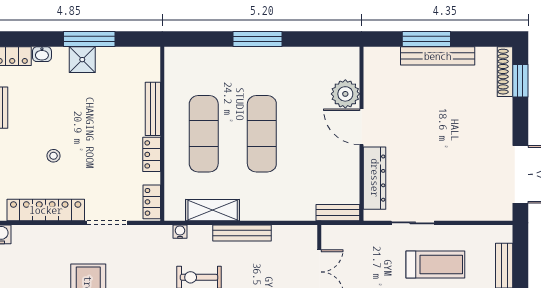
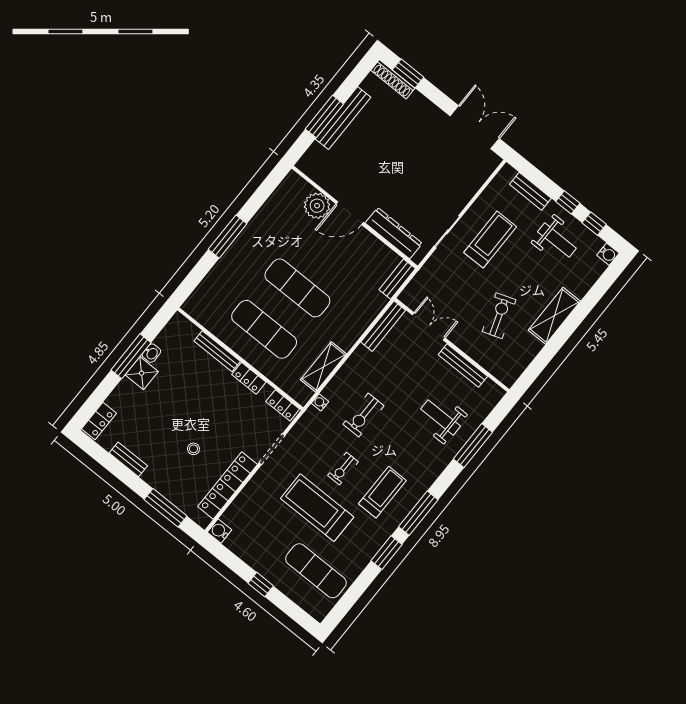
washbasin: (42, 54) -> (151, 353), moved
bench: (242, 233) -> (383, 326), moved

